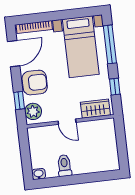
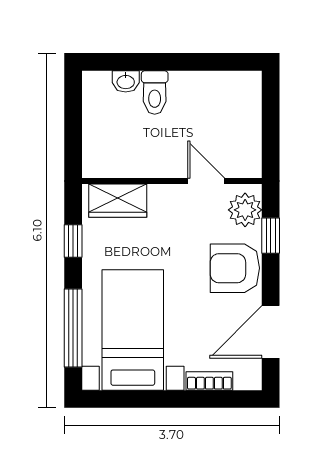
bookcase: (34, 27) -> (209, 381), width x0.64
door: (67, 122) -> (206, 181), moved
toilet: (64, 166) -> (155, 93), moved
washbasin: (39, 174) -> (126, 81), moved

